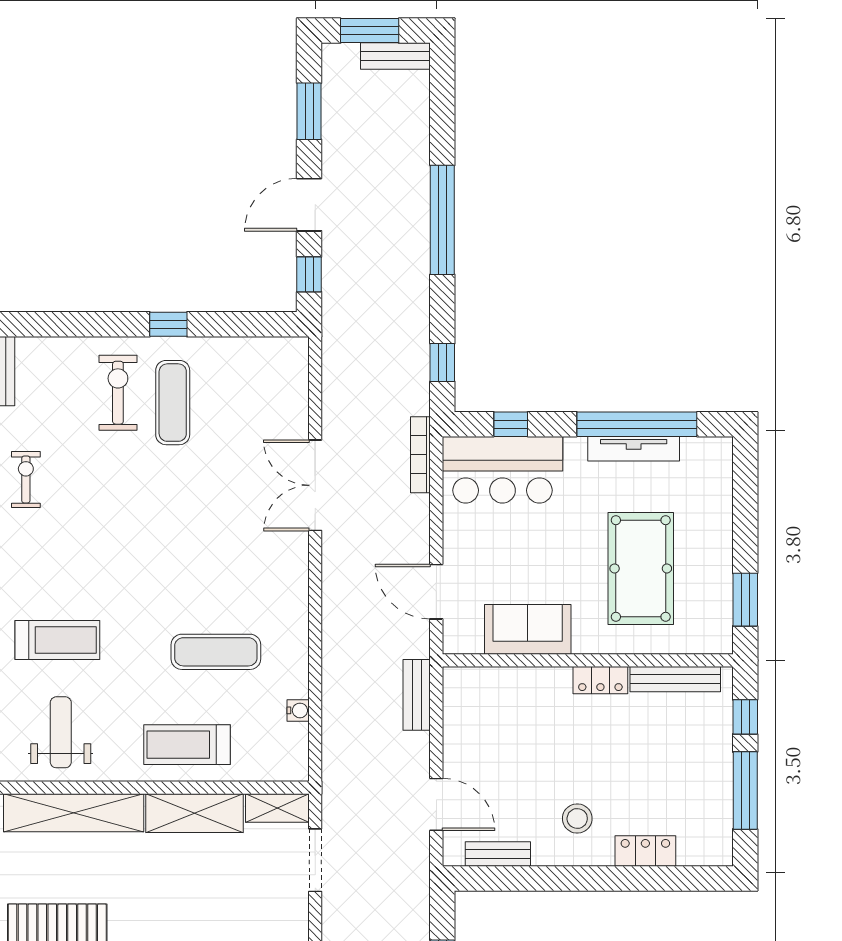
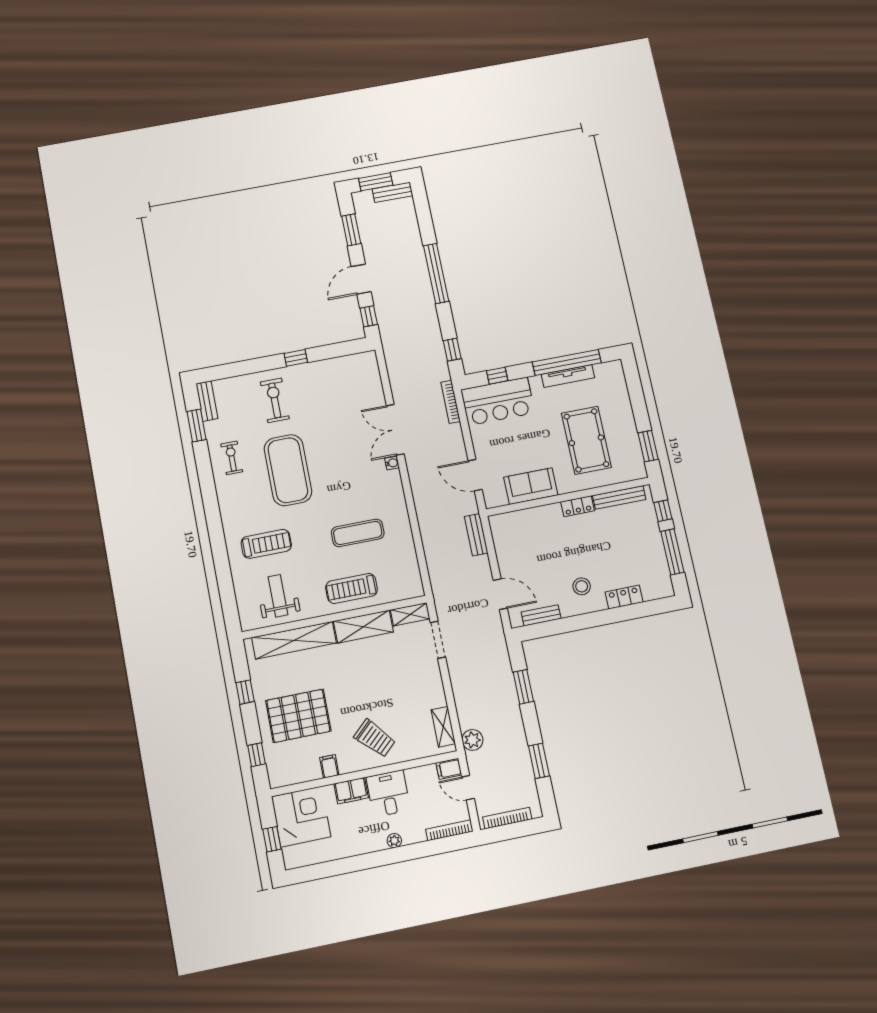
exercise mat: (173, 403) -> (288, 470), moved, width x2.00, depth x1.45
water cooler: (298, 710) -> (392, 463), moved

